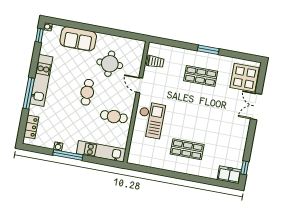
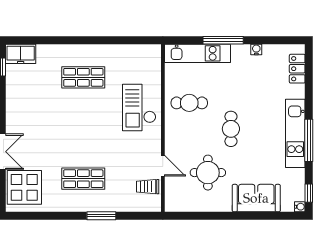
window: (208, 50) -> (101, 216), moved
door: (139, 85) -> (163, 166), moved
window: (29, 93) -> (309, 140), moved
window: (68, 155) -> (223, 40), moved

